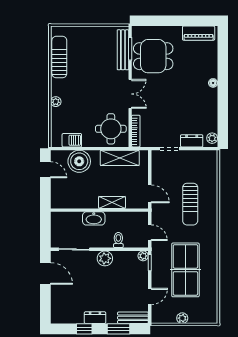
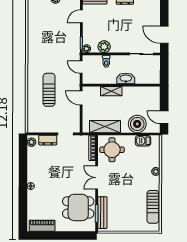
plant: (105, 258) -> (104, 47), moved
table tennis table: (185, 270) -> (53, 37), removed

